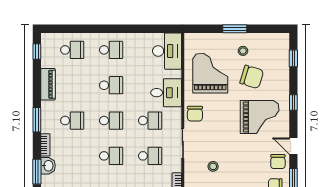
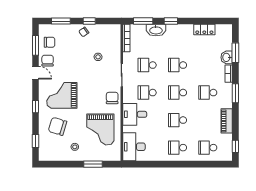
window: (235, 29) -> (93, 164), moved
chair: (252, 77) -> (57, 126), moved

